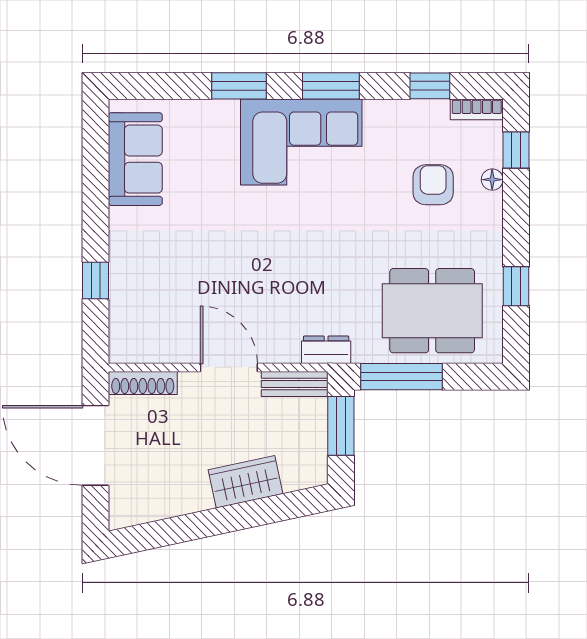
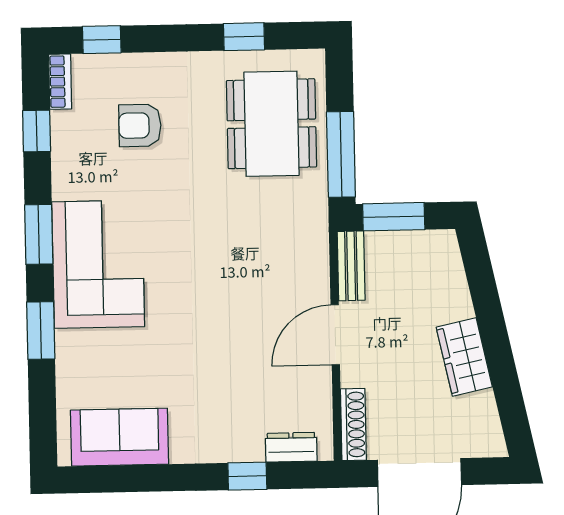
floor lamp: (492, 180) -> (133, 64), removed
dresser: (326, 350) -> (291, 447), moved, turned 90
wardrobe: (245, 482) -> (464, 357), moved

